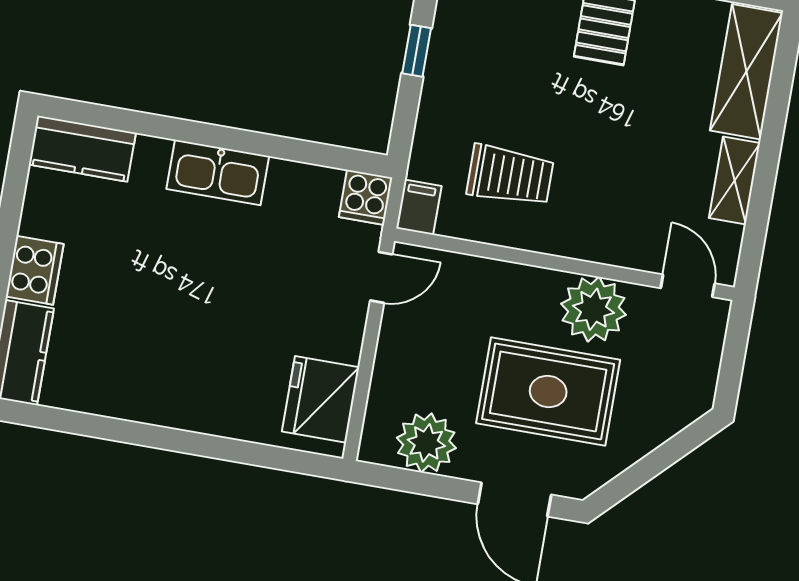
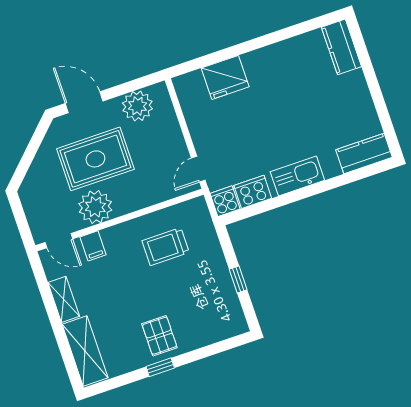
filing cabinet: (419, 207) -> (93, 246), moved
cooker: (35, 270) -> (253, 192), moved, turned 90
fridge: (321, 399) -> (225, 77), moved, turned 90

